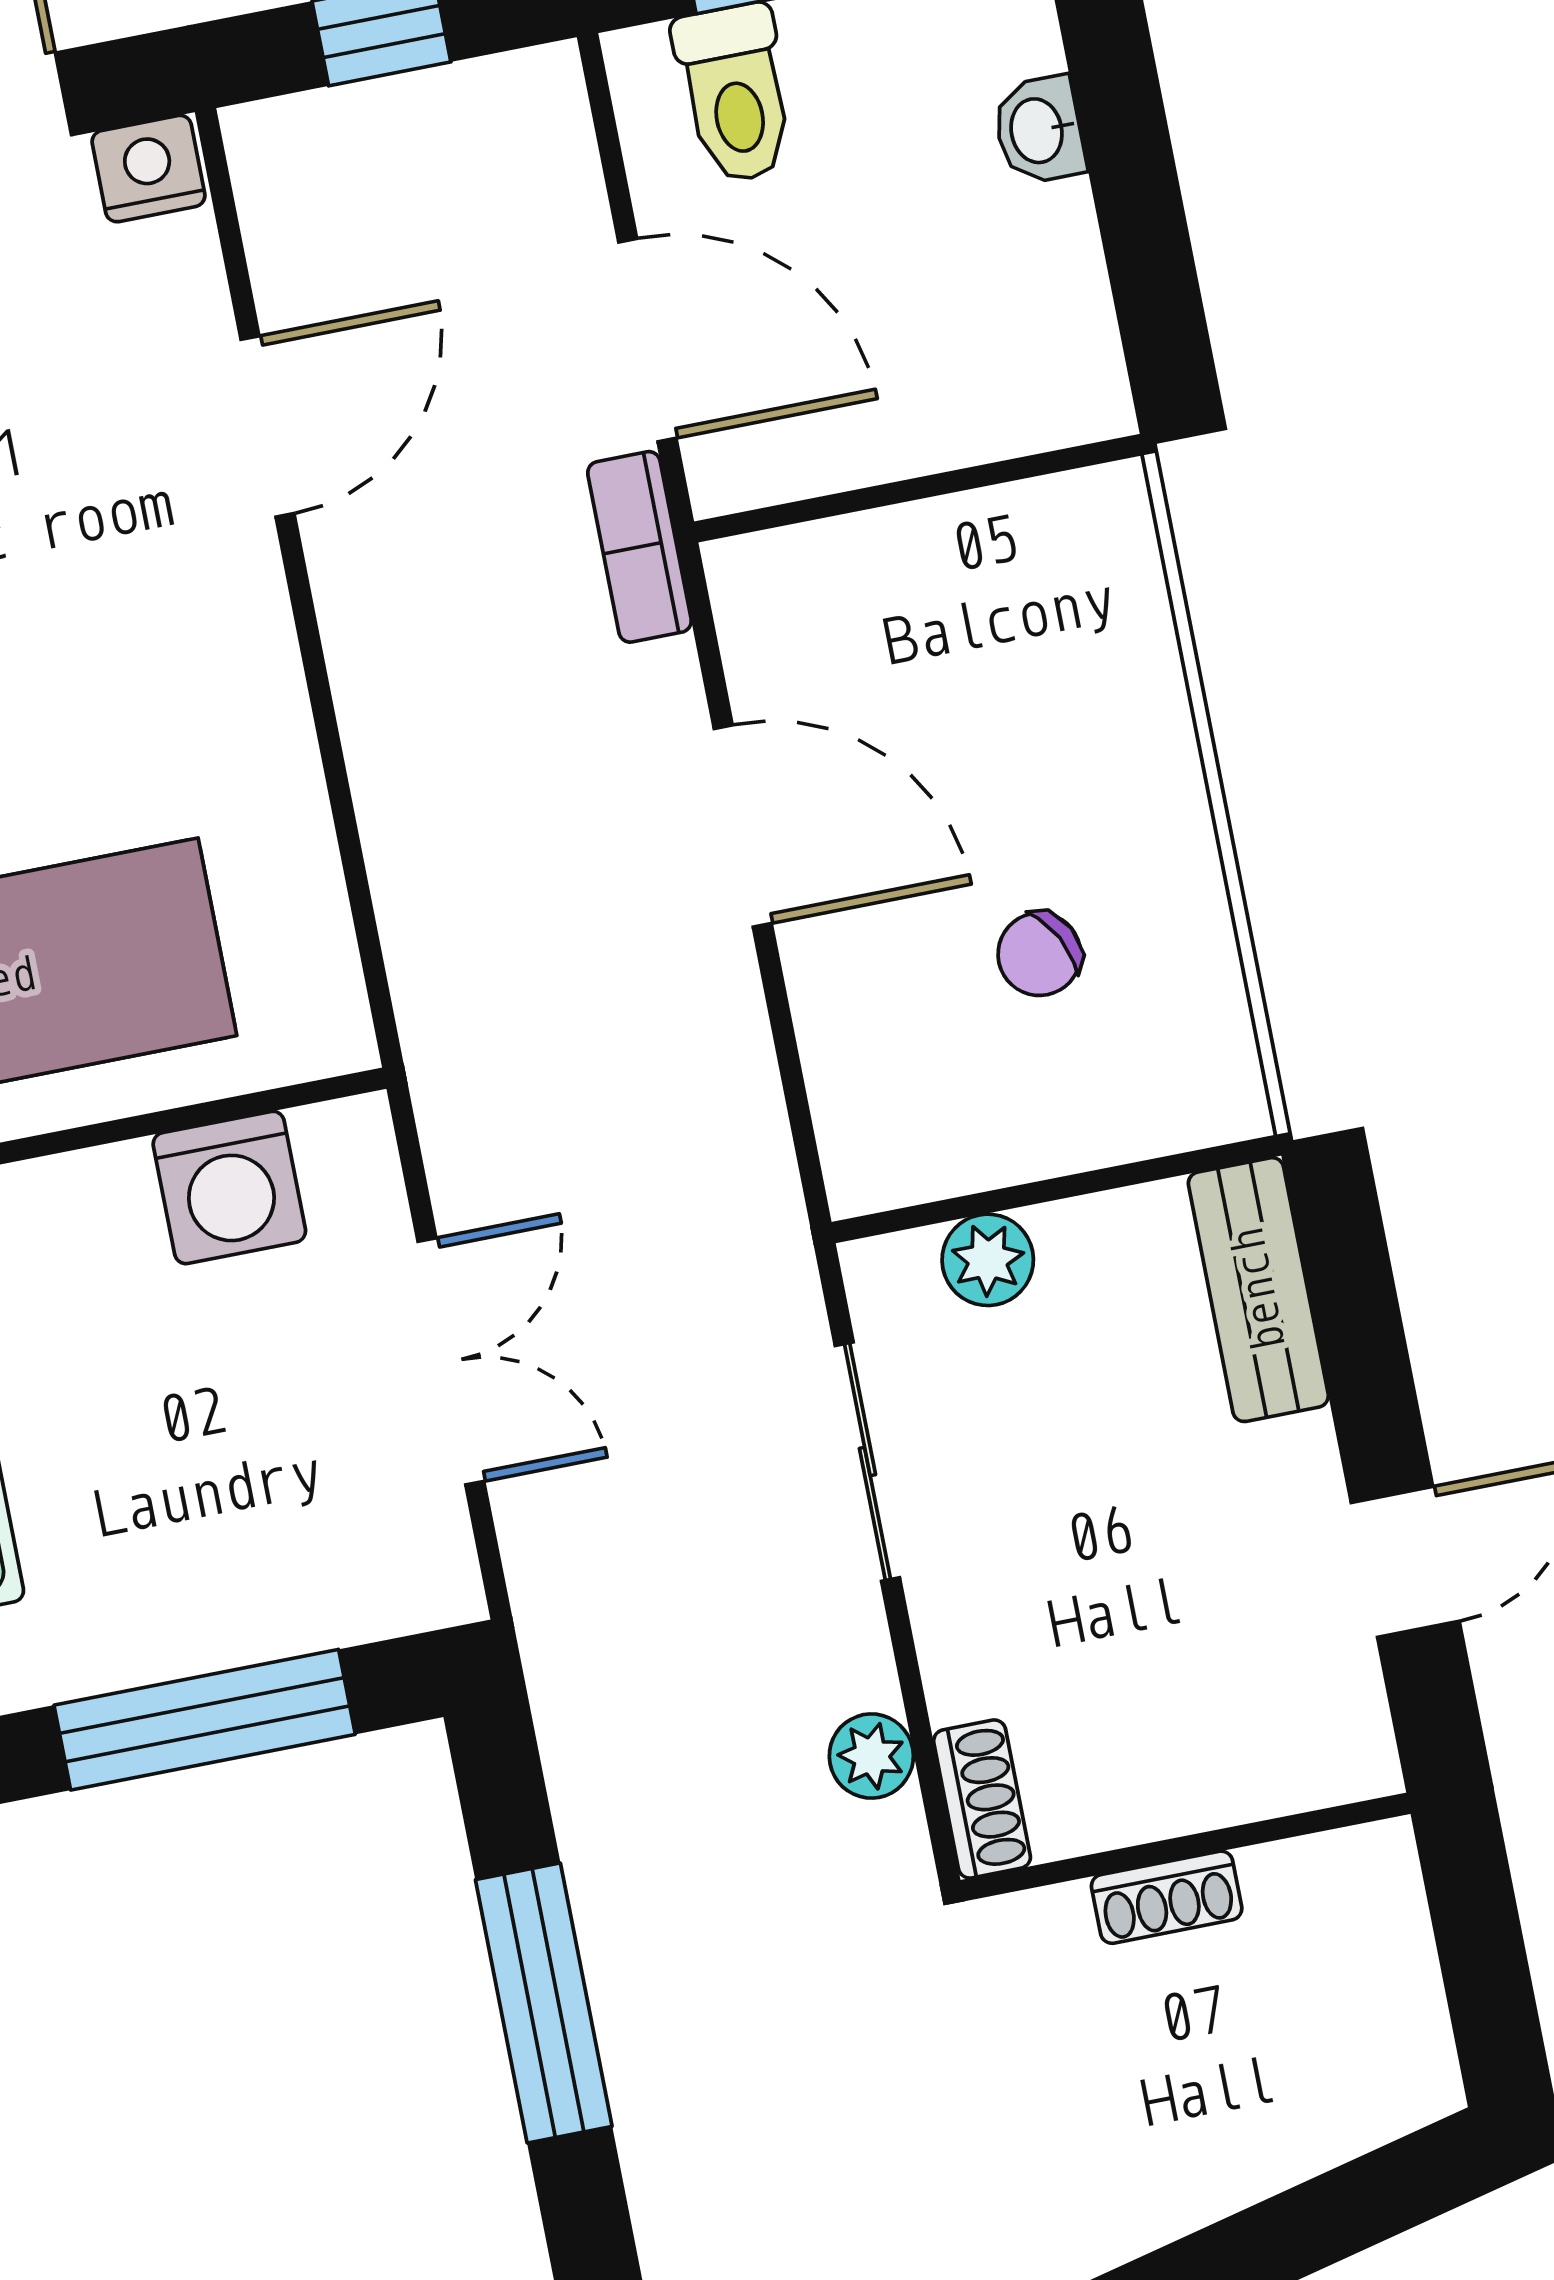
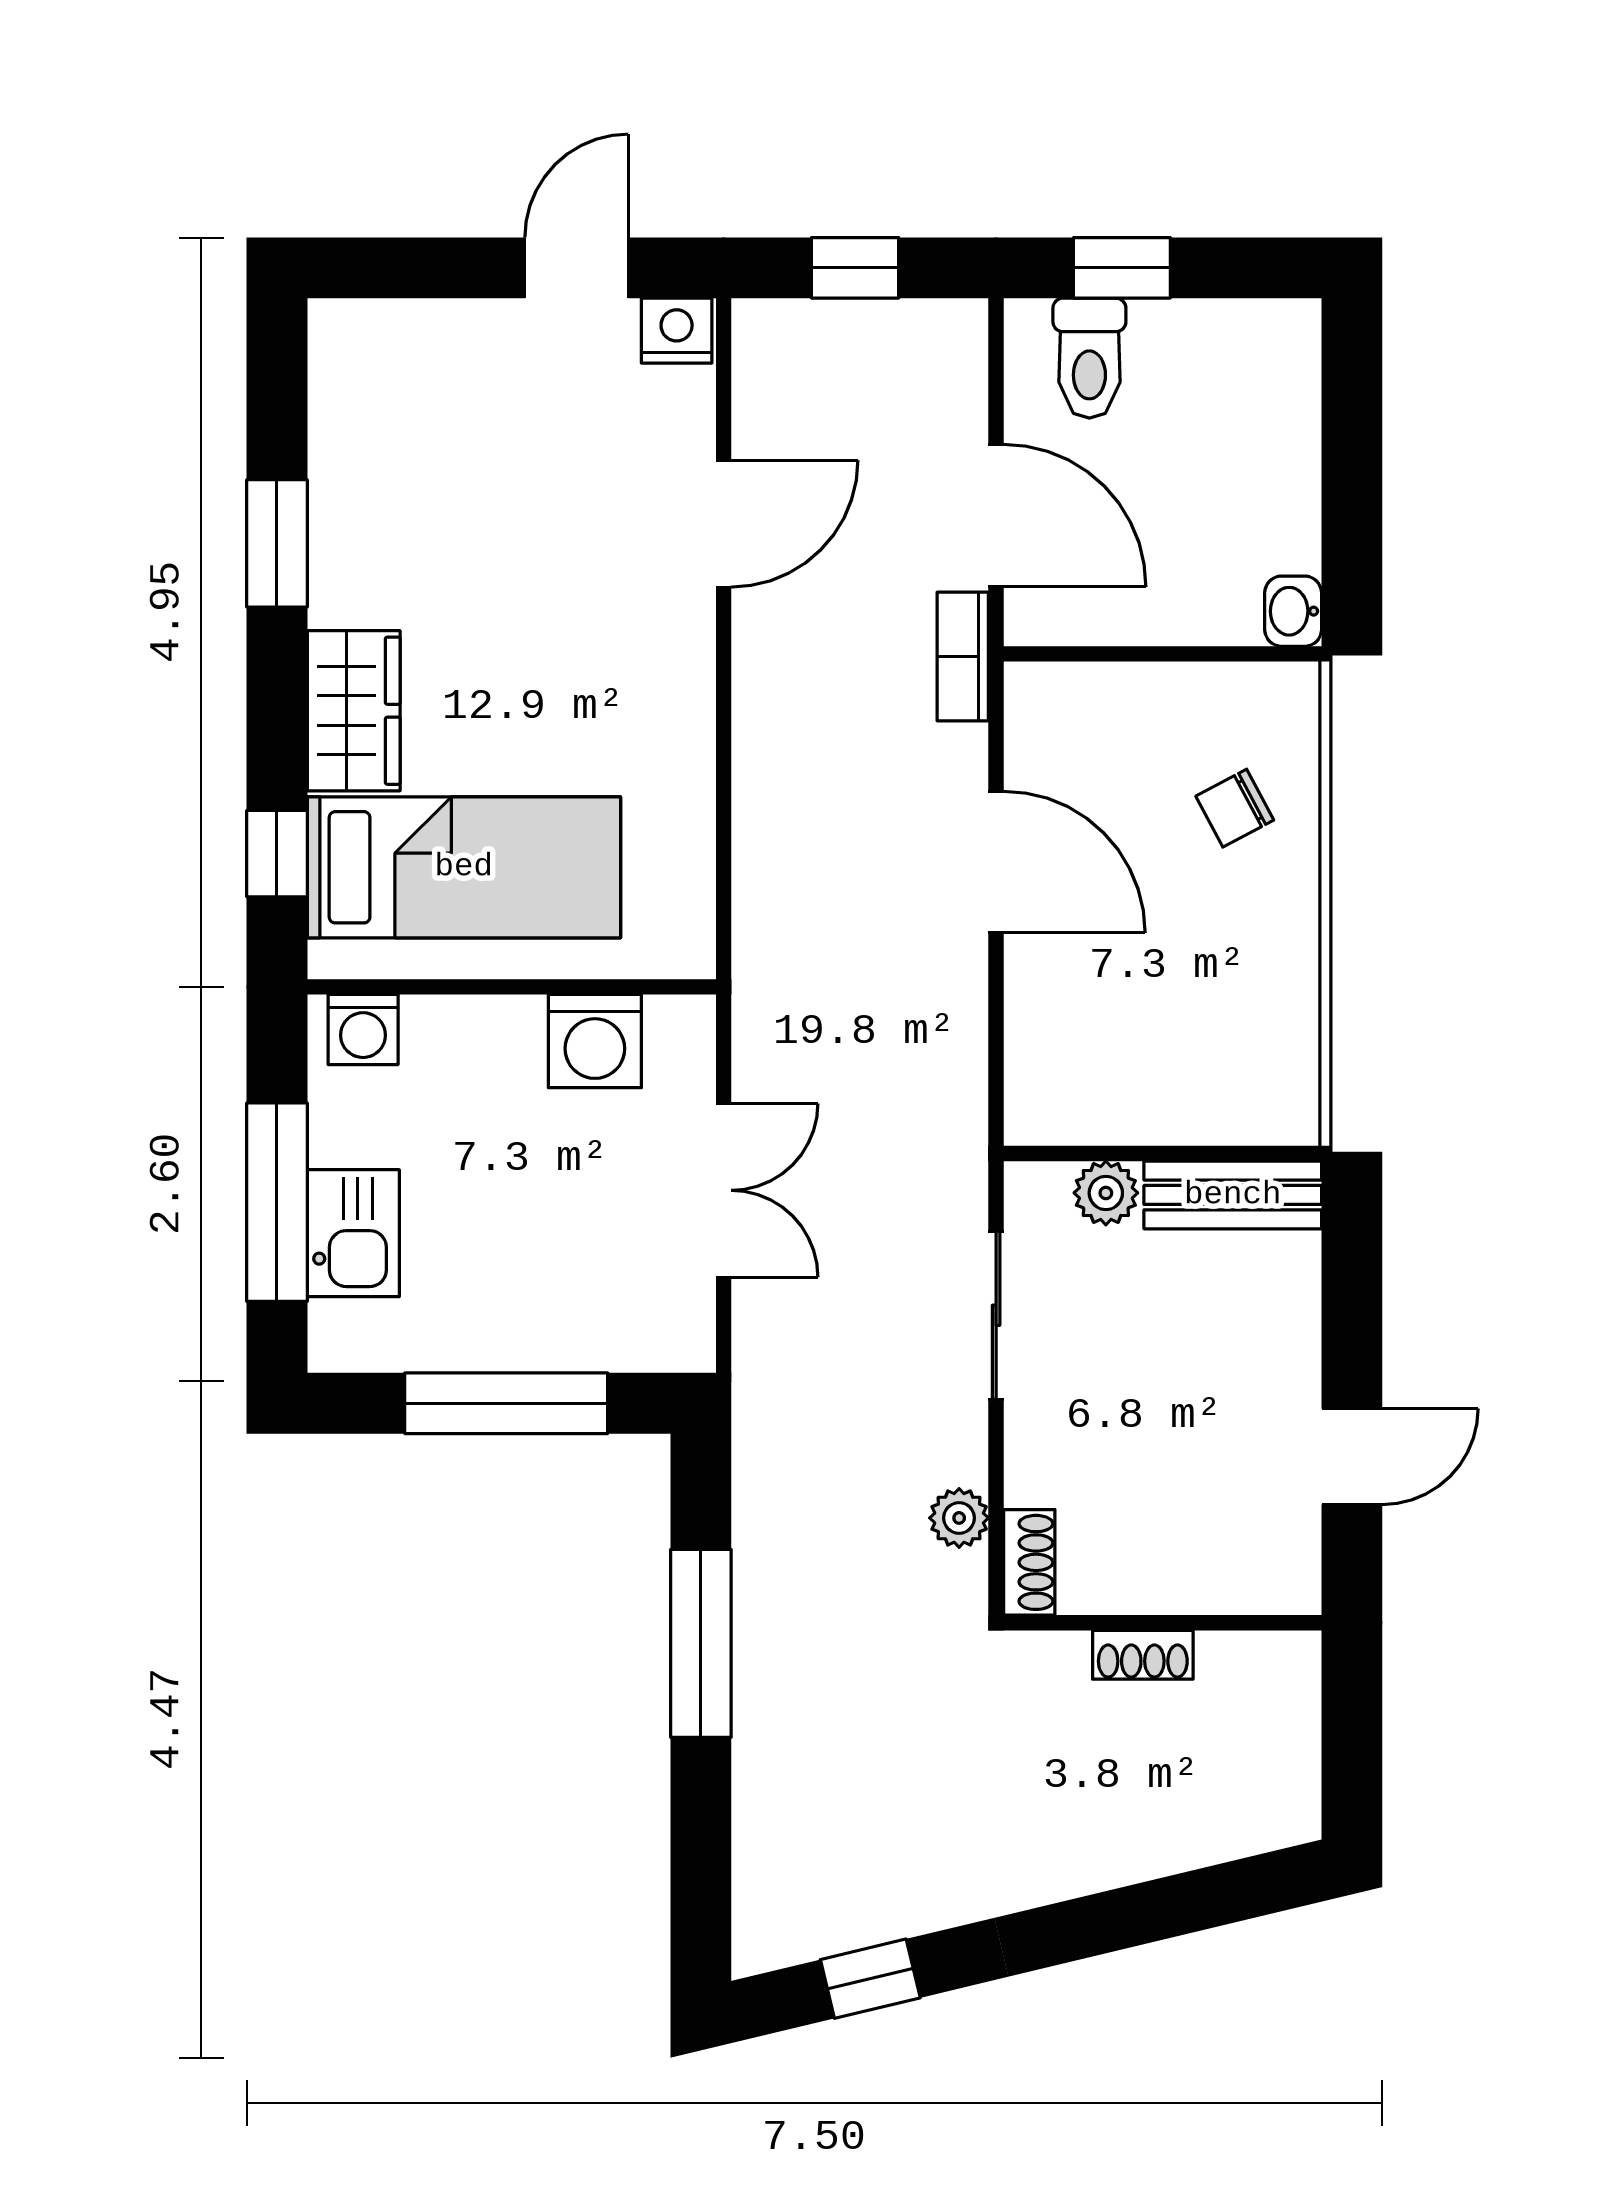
washbasin: (1039, 130) -> (1293, 611), moved
chair: (1039, 954) -> (1235, 808), moved
bench: (1258, 1290) -> (1233, 1195), moved, turned 90

